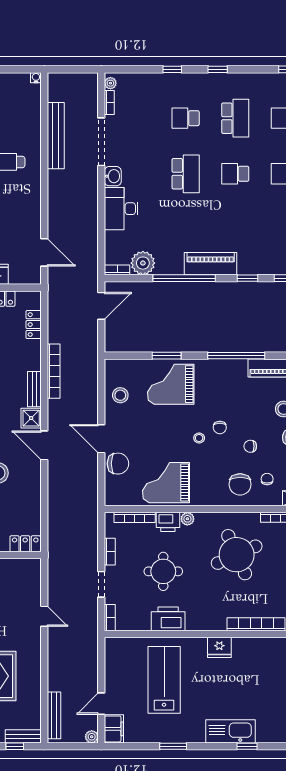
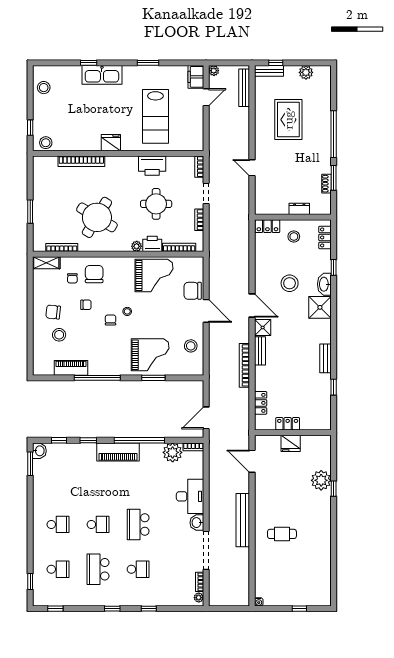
bench: (56, 136) -> (243, 520), moved
round table: (237, 555) -> (97, 217), turned -35

